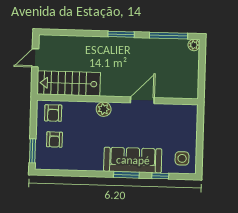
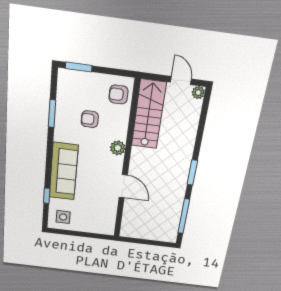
plant: (194, 45) -> (198, 93), moved
armchair: (54, 139) -> (90, 119), moved
window: (126, 175) -> (52, 114), moved

